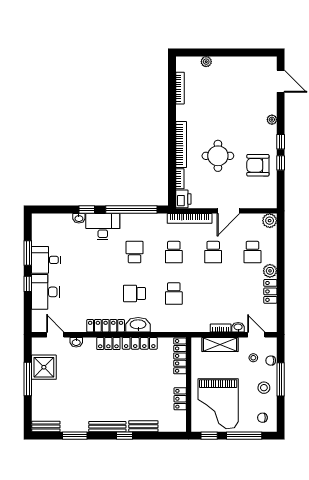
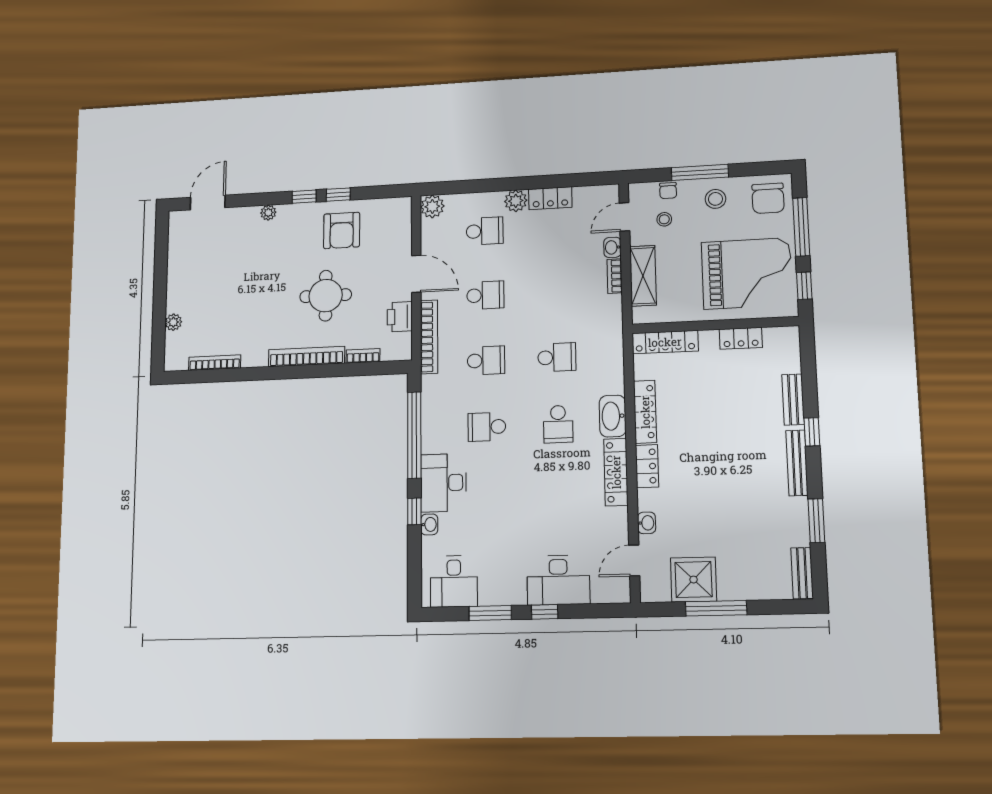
printer: (183, 199) -> (400, 317), moved, turned -90
desk: (46, 260) -> (454, 581), moved
chair: (262, 418) -> (768, 198), width x1.87, depth x1.87

